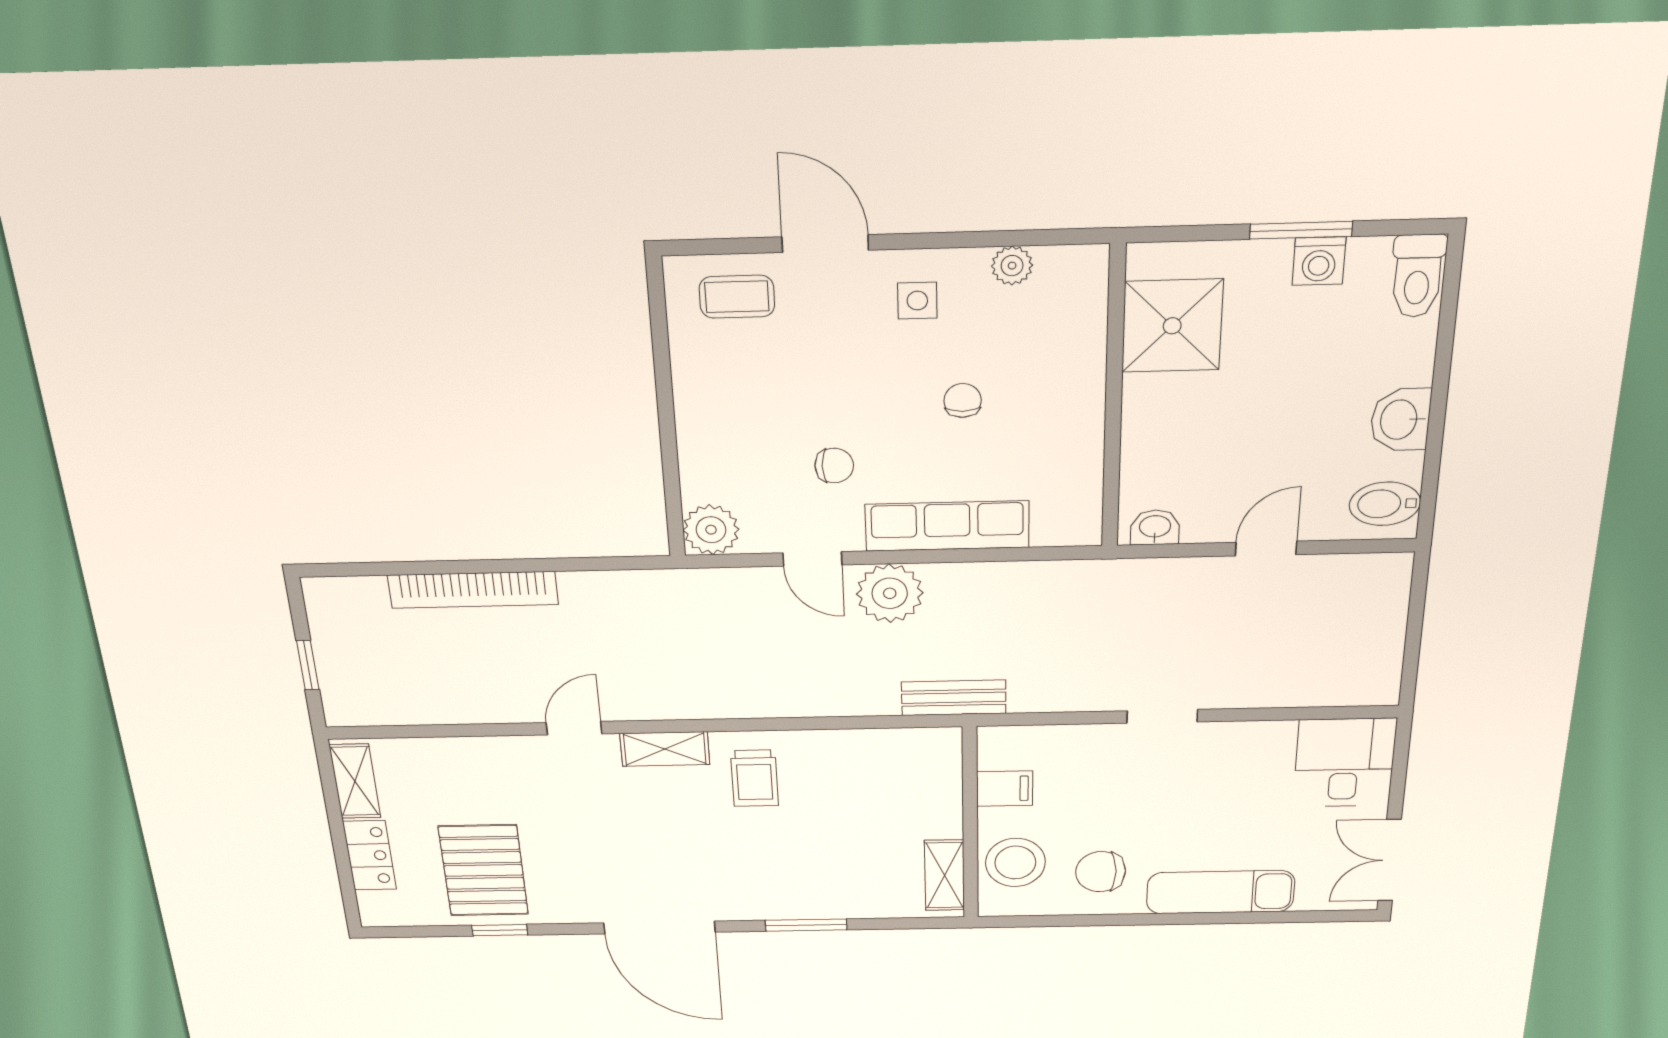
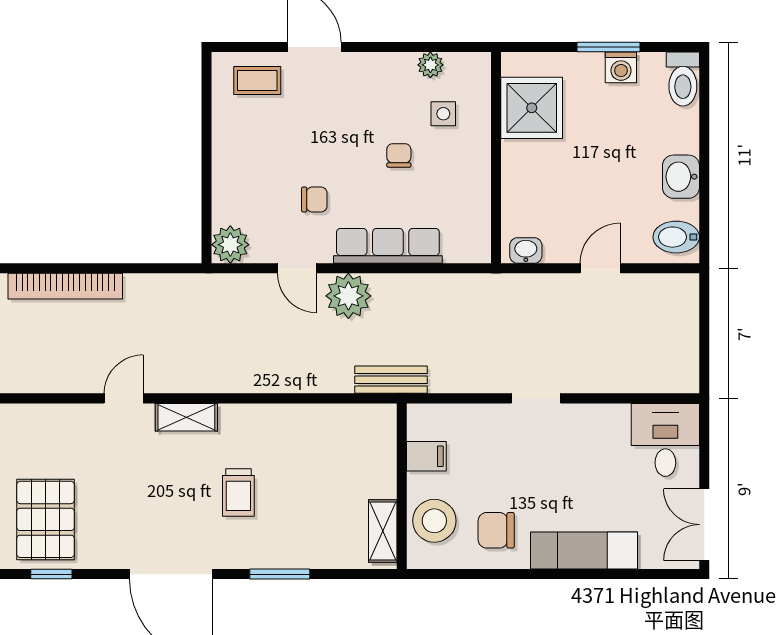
side table: (917, 301) -> (443, 114), moved
trolley: (754, 778) -> (238, 492), moved

